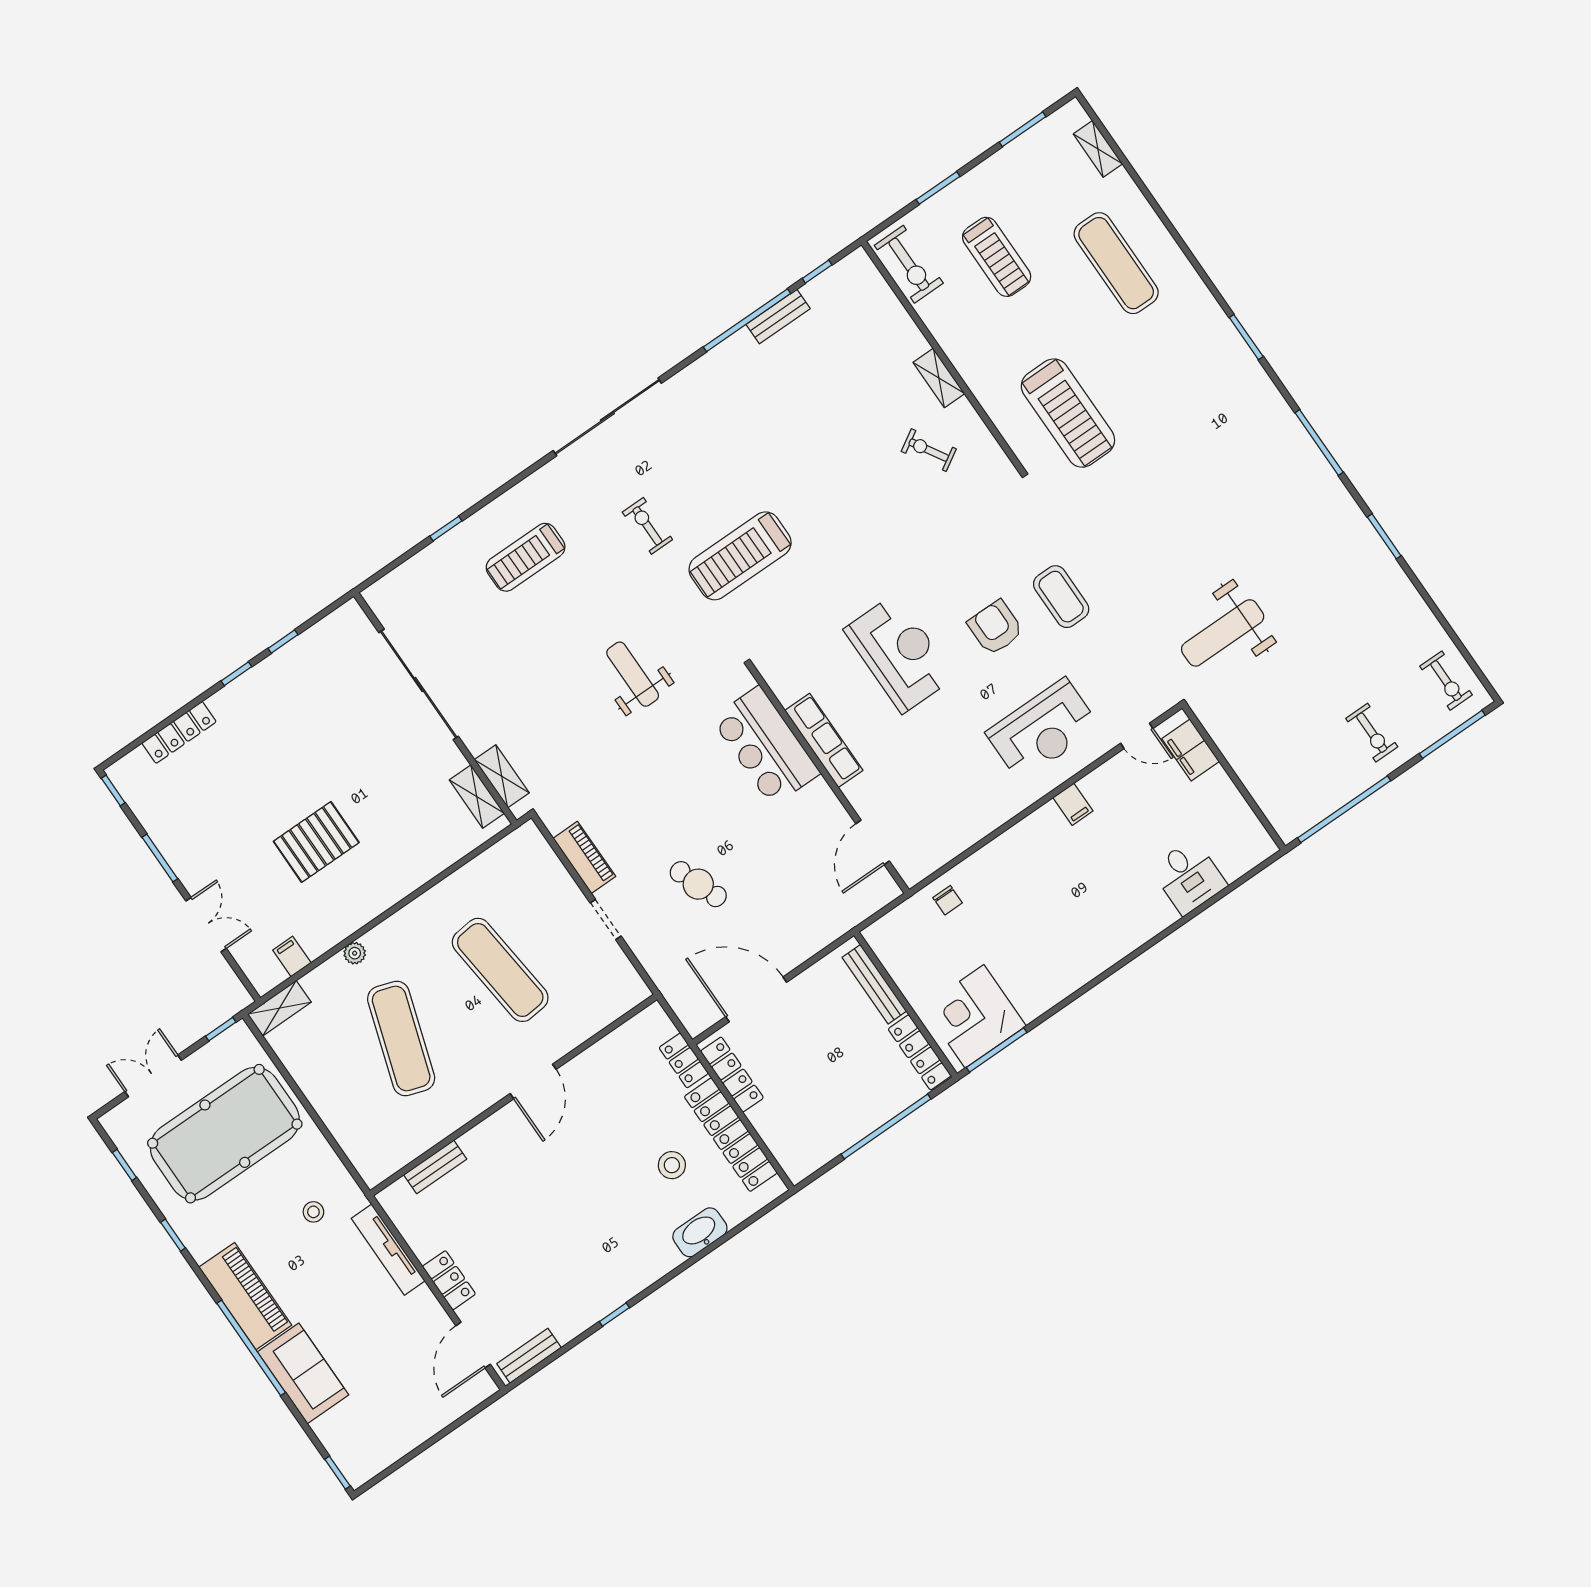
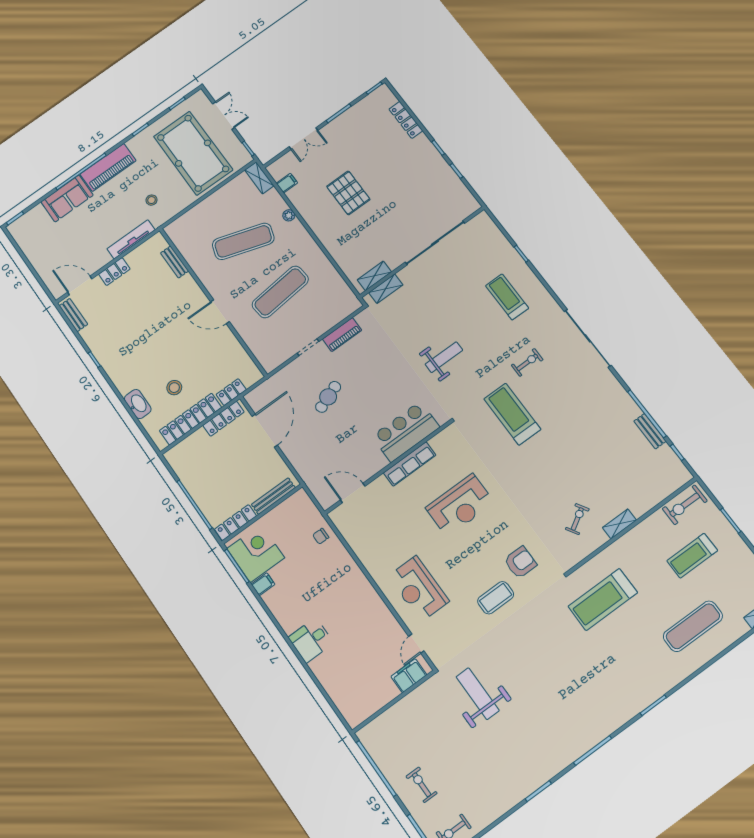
armchair: (995, 628) -> (520, 562), moved
exercise bike: (1372, 733) -> (422, 785), turned 90
filing cabinet: (1073, 804) -> (263, 584), moved, turned 180
desk: (1189, 877) -> (311, 640), moved

